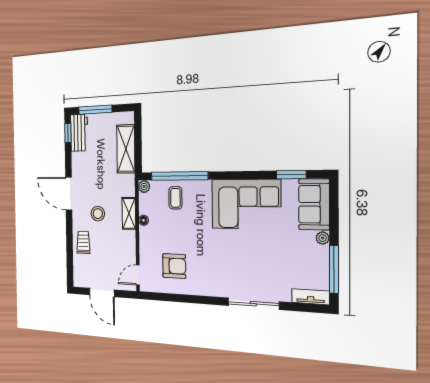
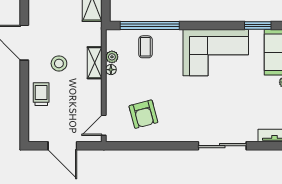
plant: (144, 187) -> (112, 57), moved
armchair: (174, 266) -> (143, 114), turned 75

